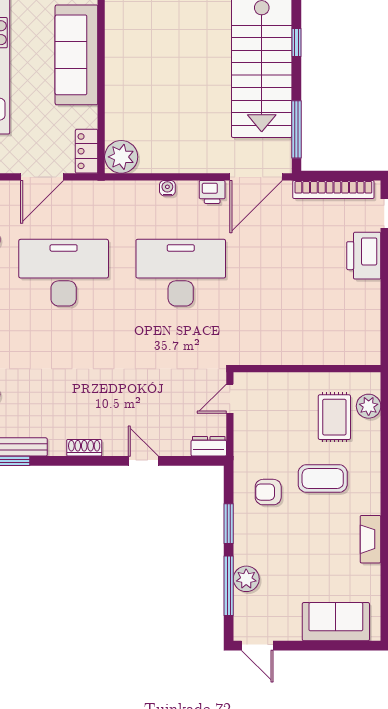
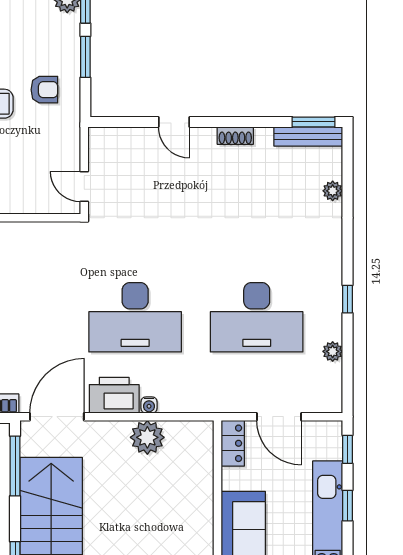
plant: (121, 157) -> (147, 437), moved
door: (42, 177) -> (279, 417), swing flipped
printer: (212, 192) -> (114, 395), width x1.87, depth x1.48
door: (230, 399) -> (84, 187), swing flipped
dresser: (209, 446) -> (106, 137), removed

